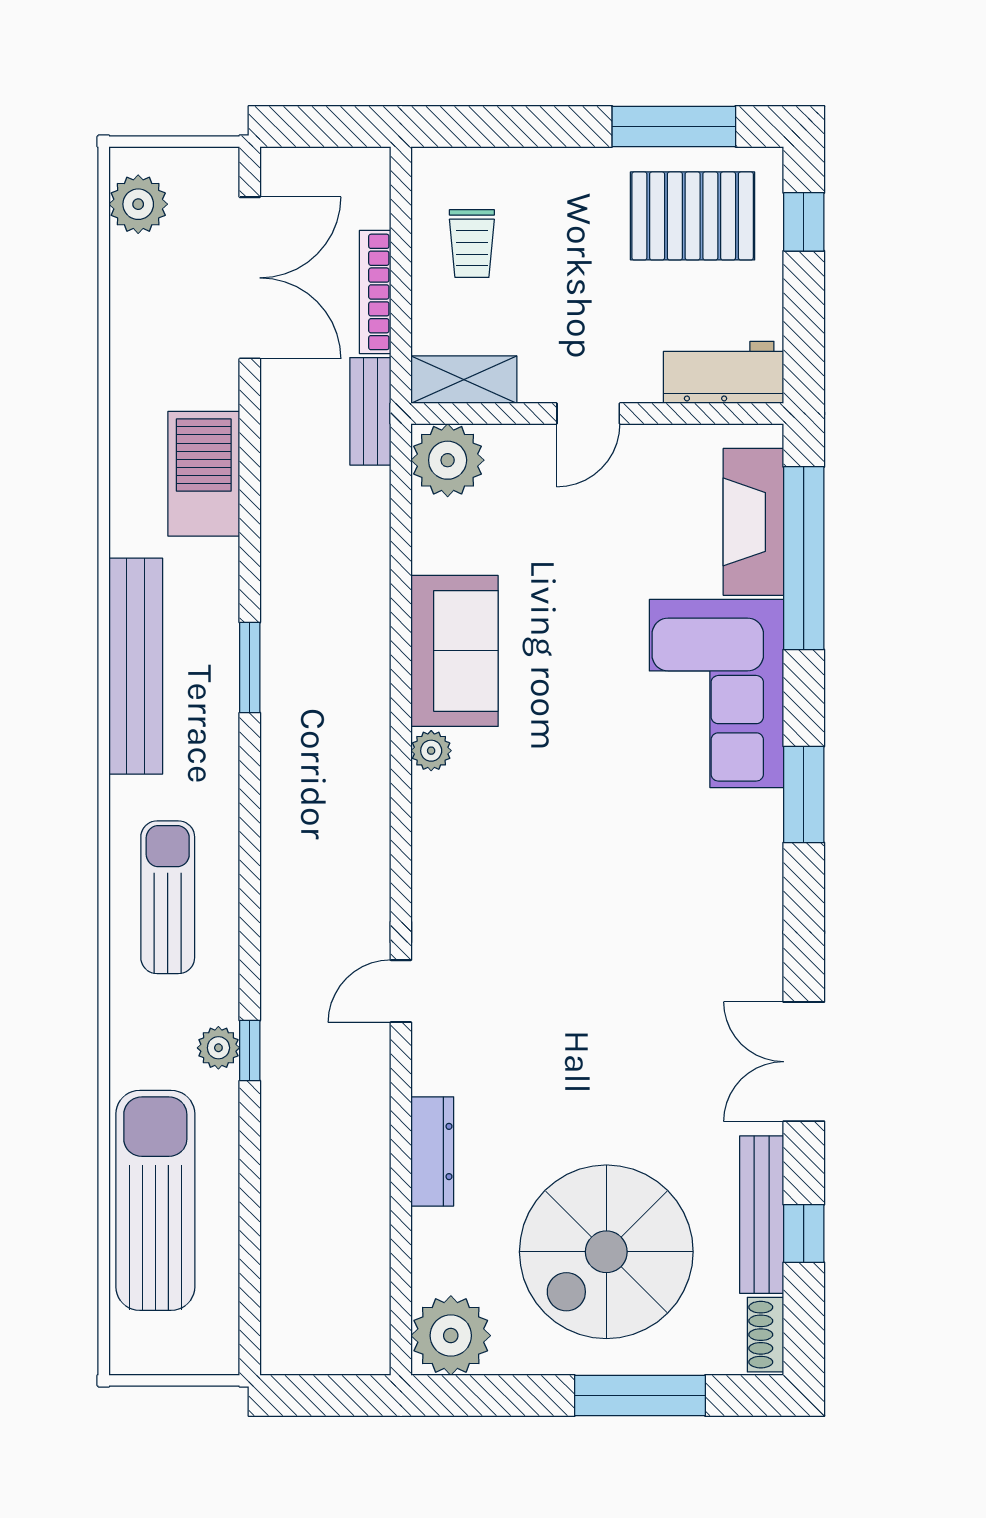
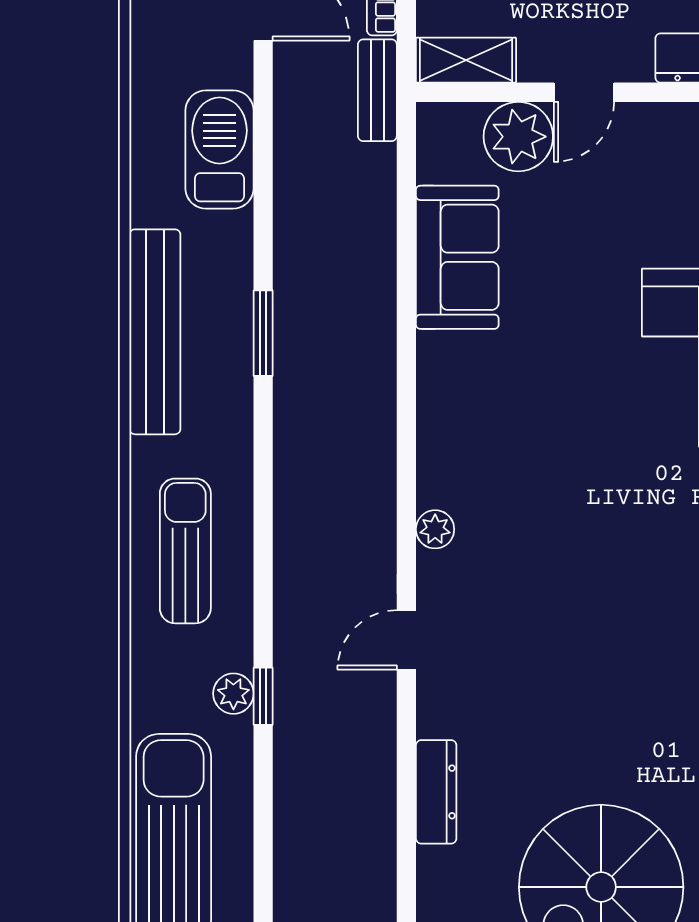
plant: (448, 460) -> (518, 137), moved
sofa: (455, 651) -> (457, 257), moved
plant: (431, 751) -> (435, 529), moved

